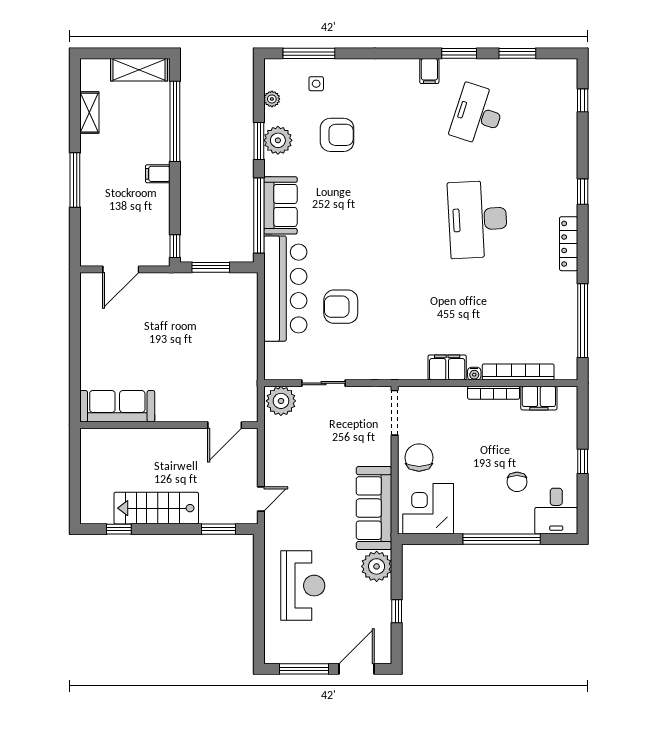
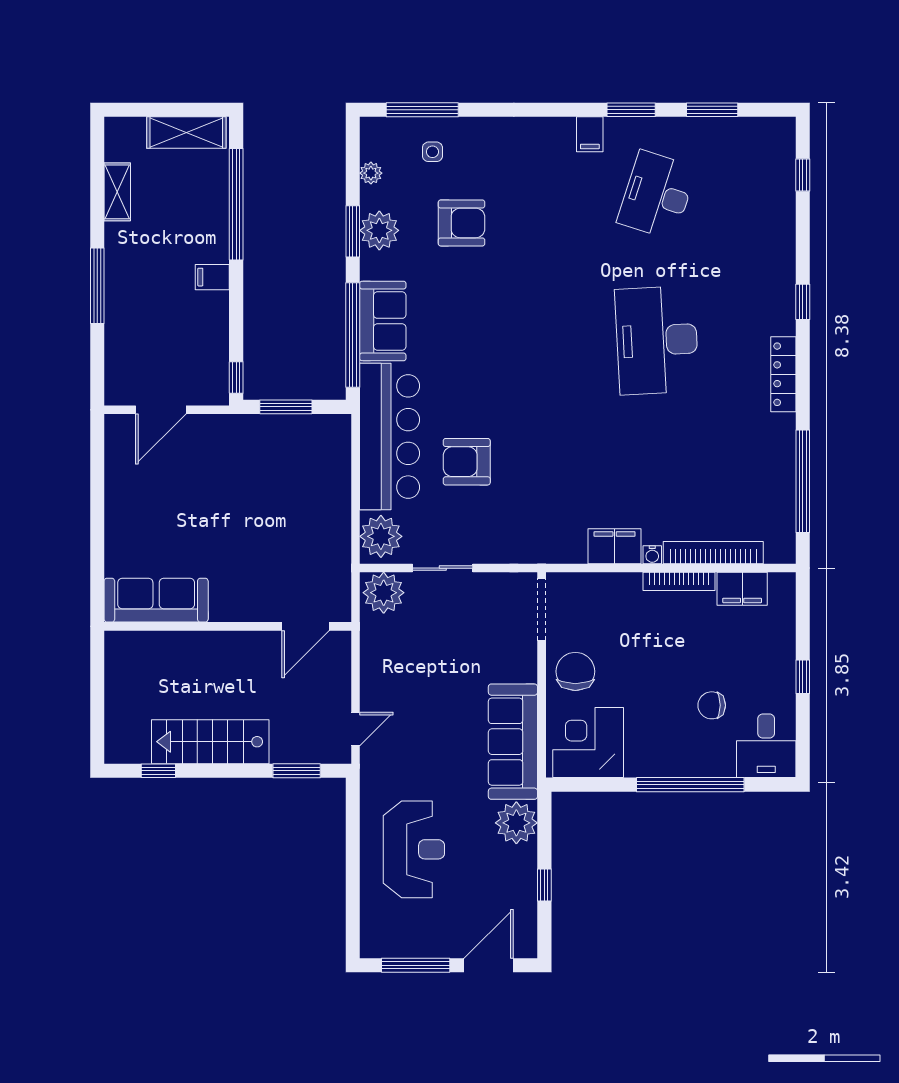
plant: (279, 360) -> (381, 536), added
chair: (517, 482) -> (712, 705), turned 90

